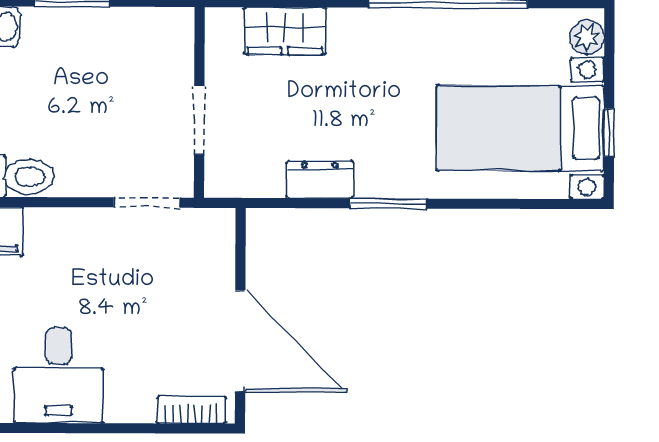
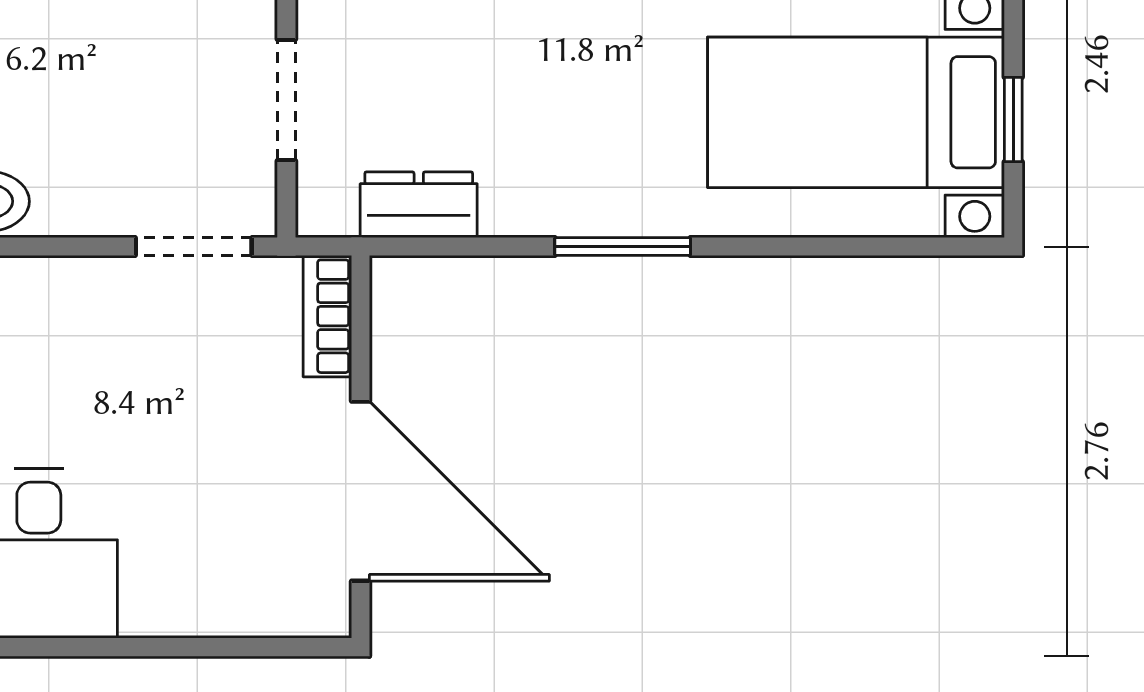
dresser: (320, 180) -> (419, 205), moved
bookcase: (191, 410) -> (327, 316), moved, turned -90

